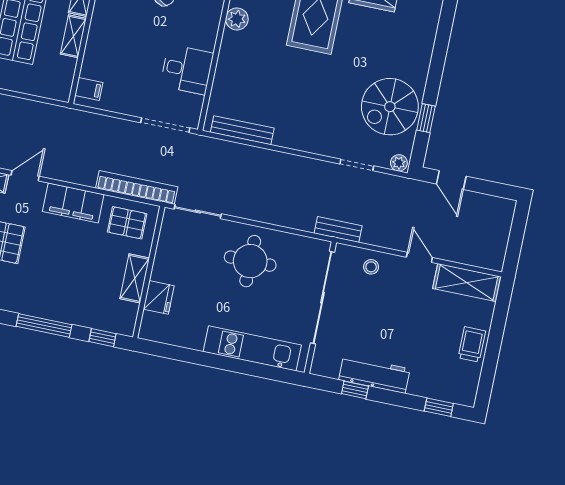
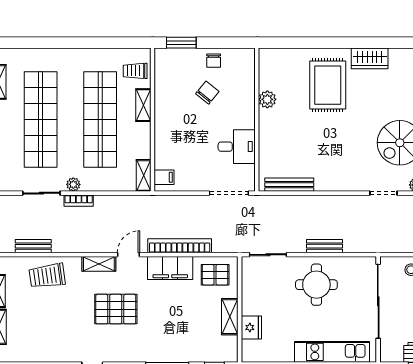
shelving: (73, 36) -> (144, 175), moved
bookcase: (137, 187) -> (180, 246), moved
bench: (338, 230) -> (325, 246), moved

